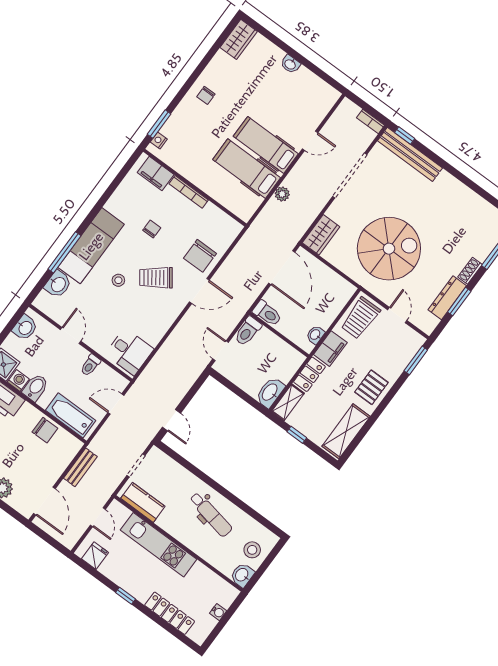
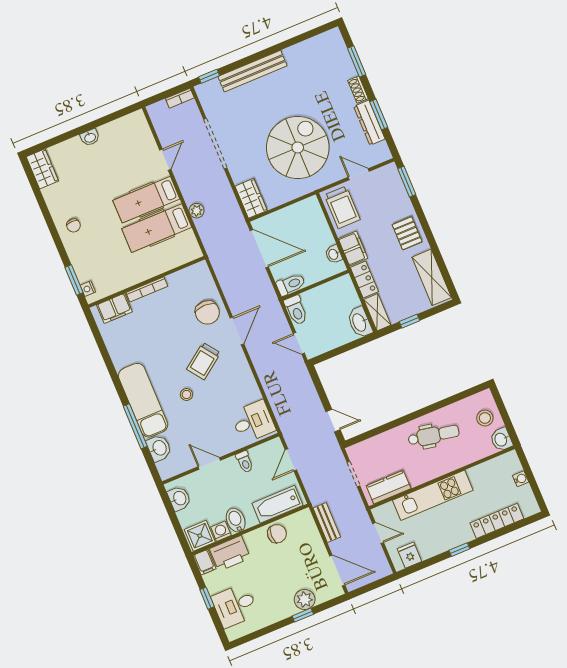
bench: (410, 154) -> (252, 71), moved
chair: (152, 229) -> (160, 340), removed

